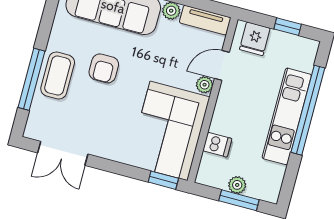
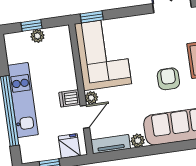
dishwasher: (217, 145) -> (70, 98), moved
window: (239, 200) -> (32, 25), width x0.67

